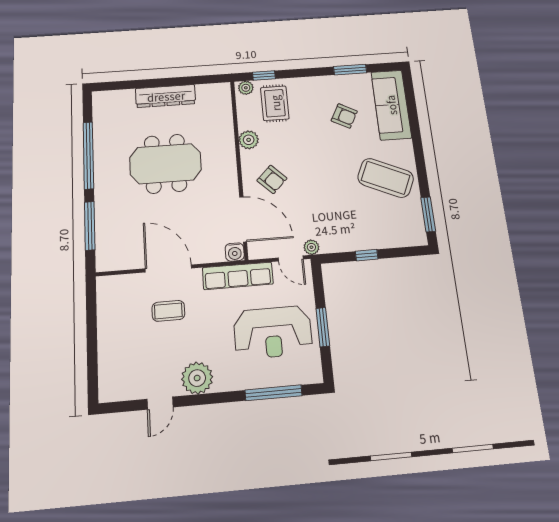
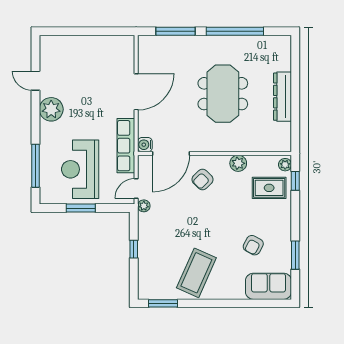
sofa: (391, 105) -> (269, 286), width x0.73
coffee table: (168, 311) -> (103, 90), removed

